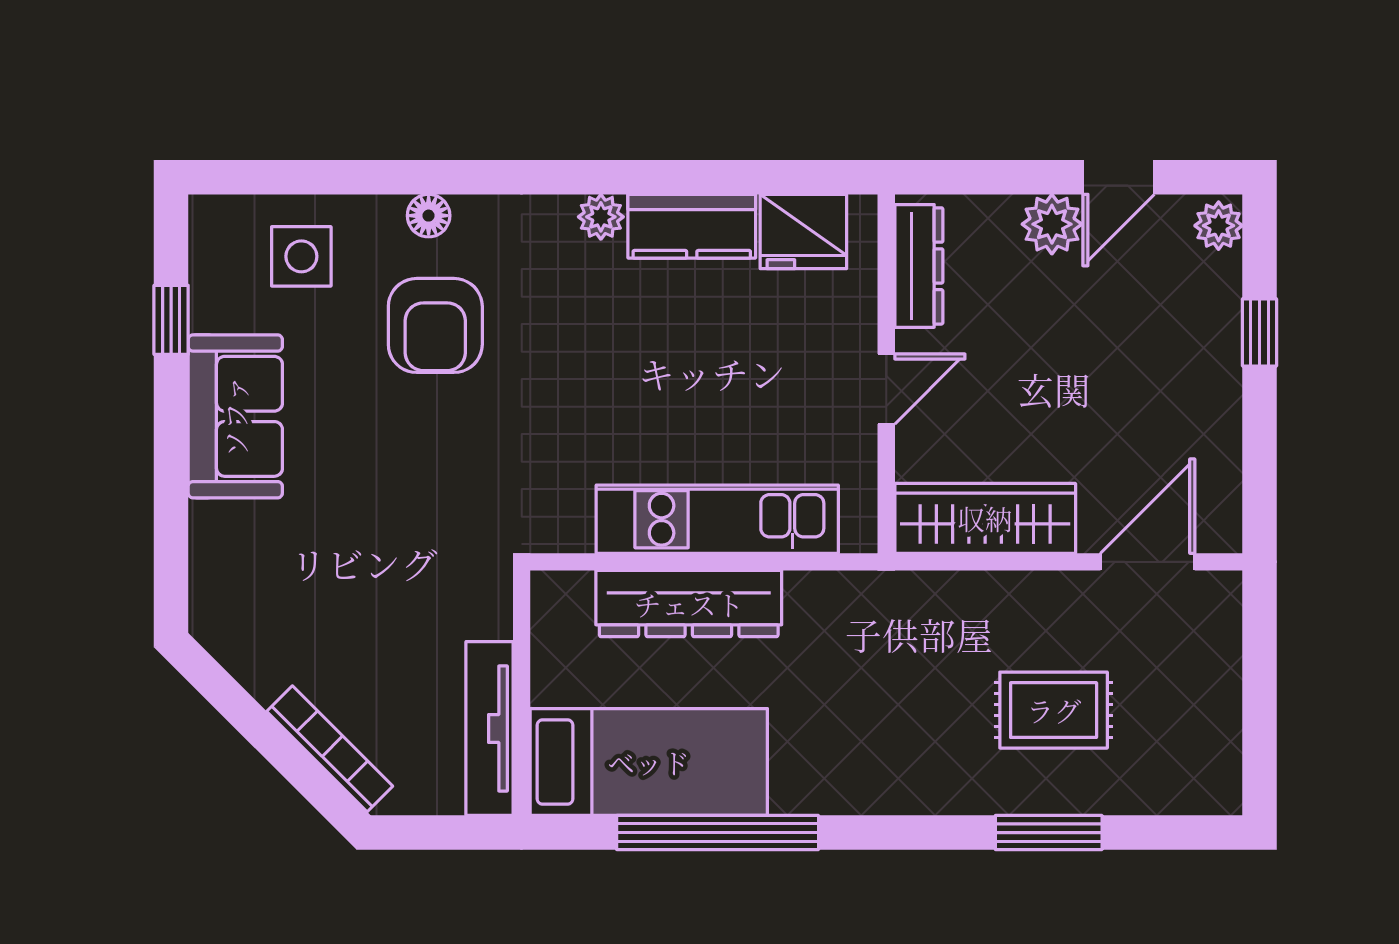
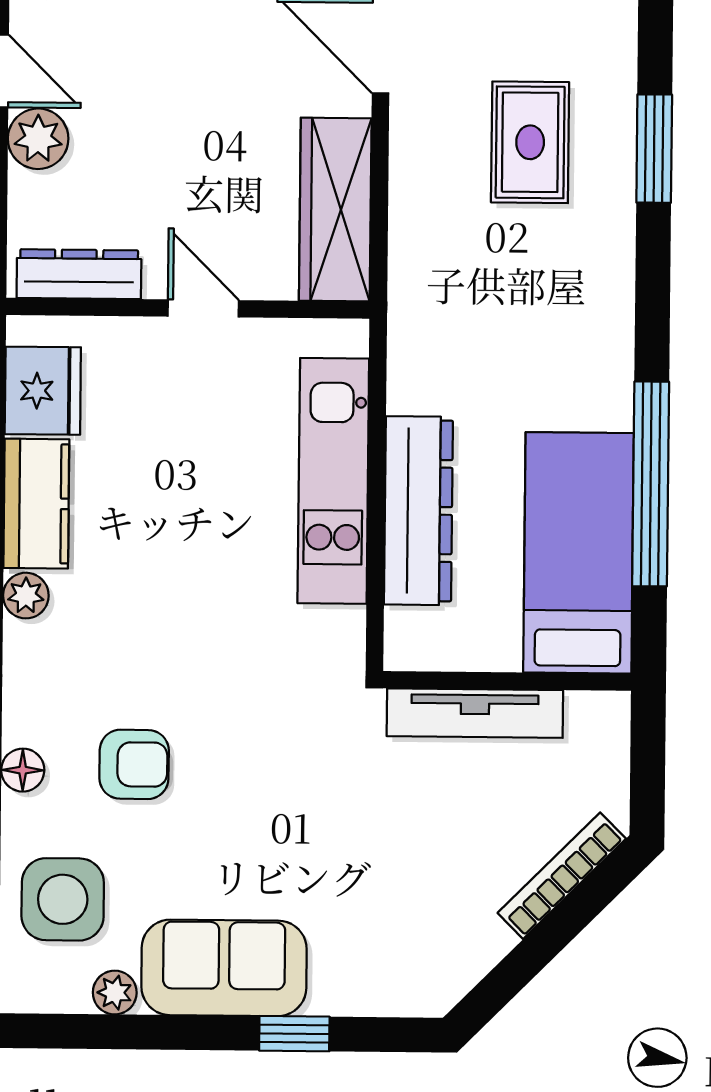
side table: (301, 256) -> (63, 899), width x1.37, depth x1.37
plant: (210, 309) -> (115, 993), added
window: (171, 320) -> (294, 1034), moved
armchair: (435, 325) -> (134, 764), width x0.72, depth x0.72
tv unit: (489, 728) -> (475, 713), moved

